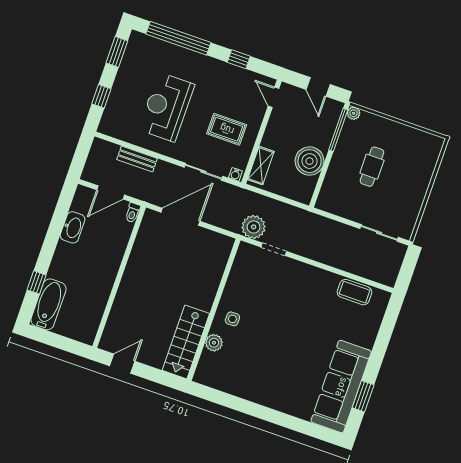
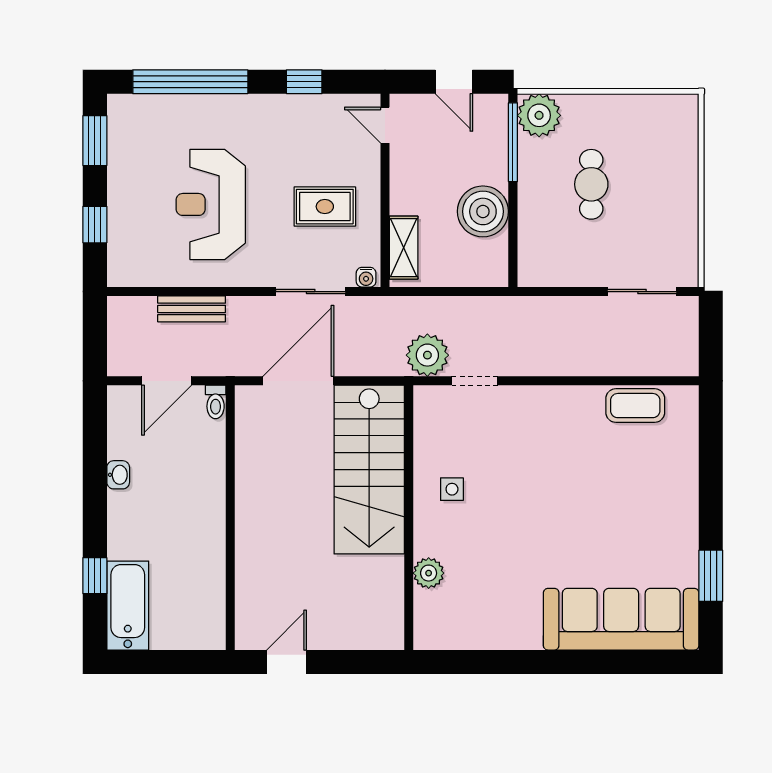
plant: (354, 113) -> (539, 115), width x1.87, depth x1.87
washbasin: (73, 227) -> (118, 475), width x0.52, depth x0.69
side table: (232, 319) -> (452, 489), moved
stairs: (186, 342) -> (369, 470), moved, width x1.36, depth x1.51
sofa: (341, 387) -> (621, 619), moved, turned 90

